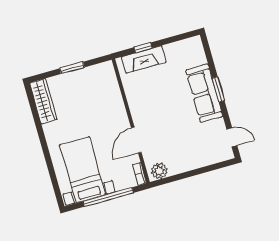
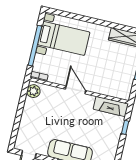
fireplace: (144, 59) -> (111, 106), moved, turned -90
door: (136, 140) -> (75, 90), moved

